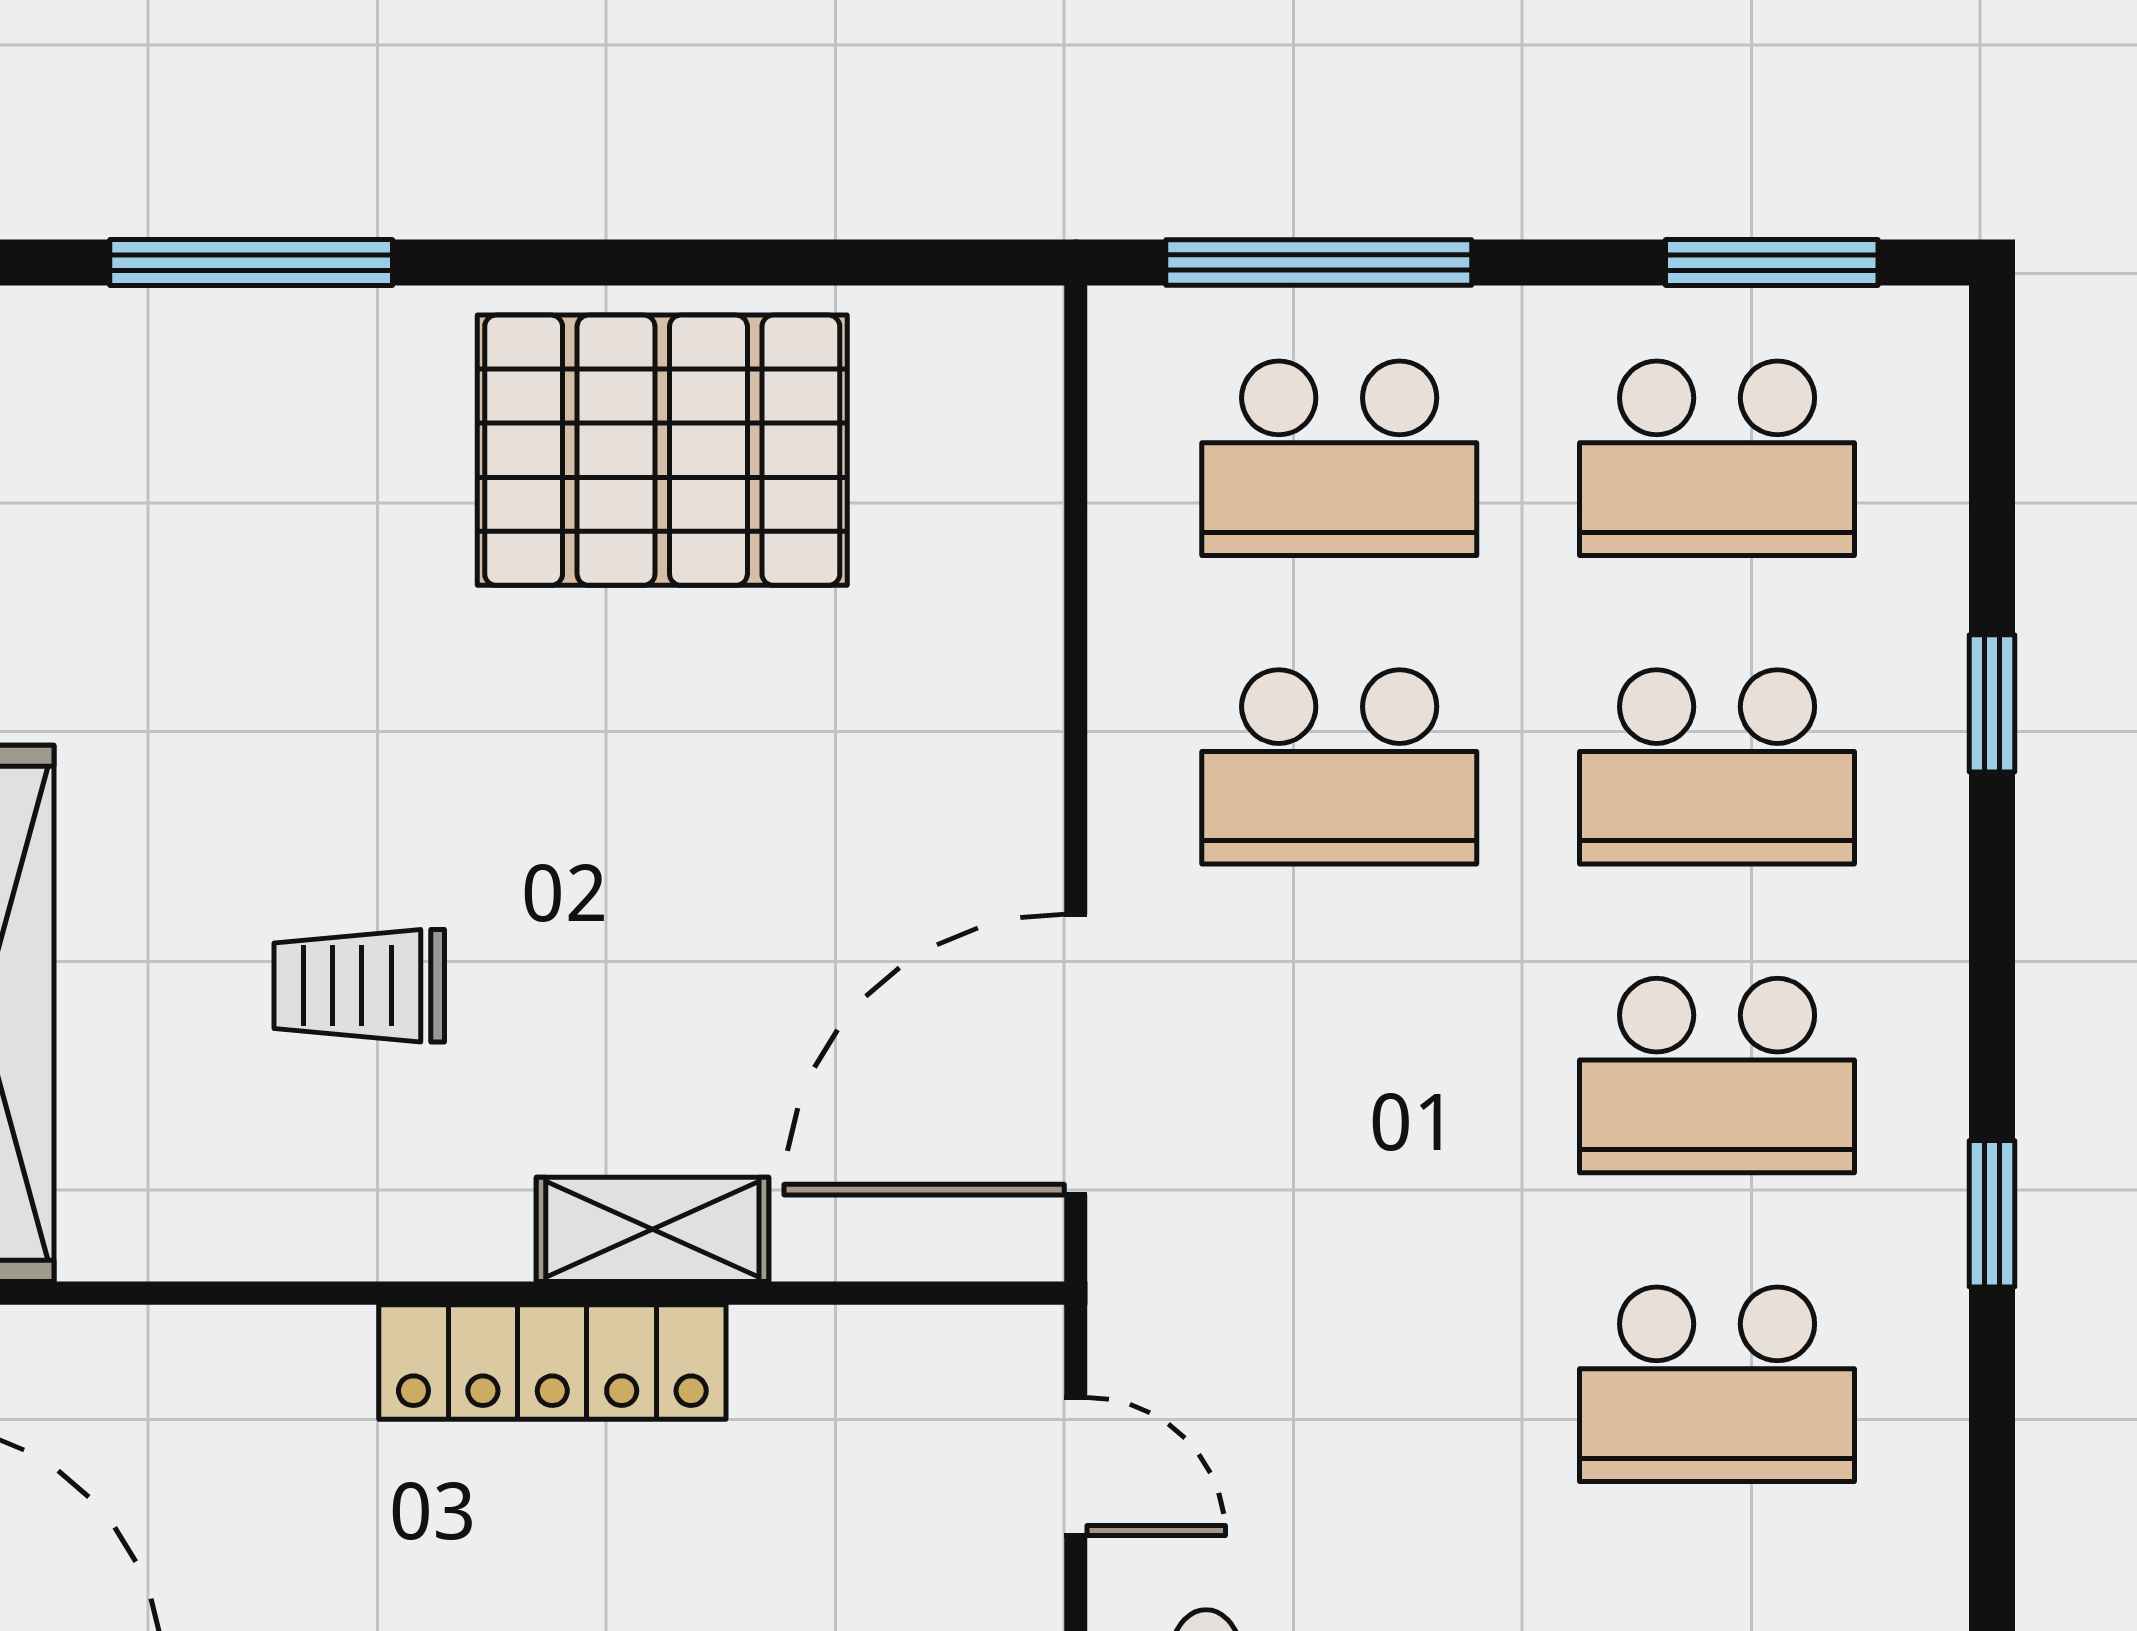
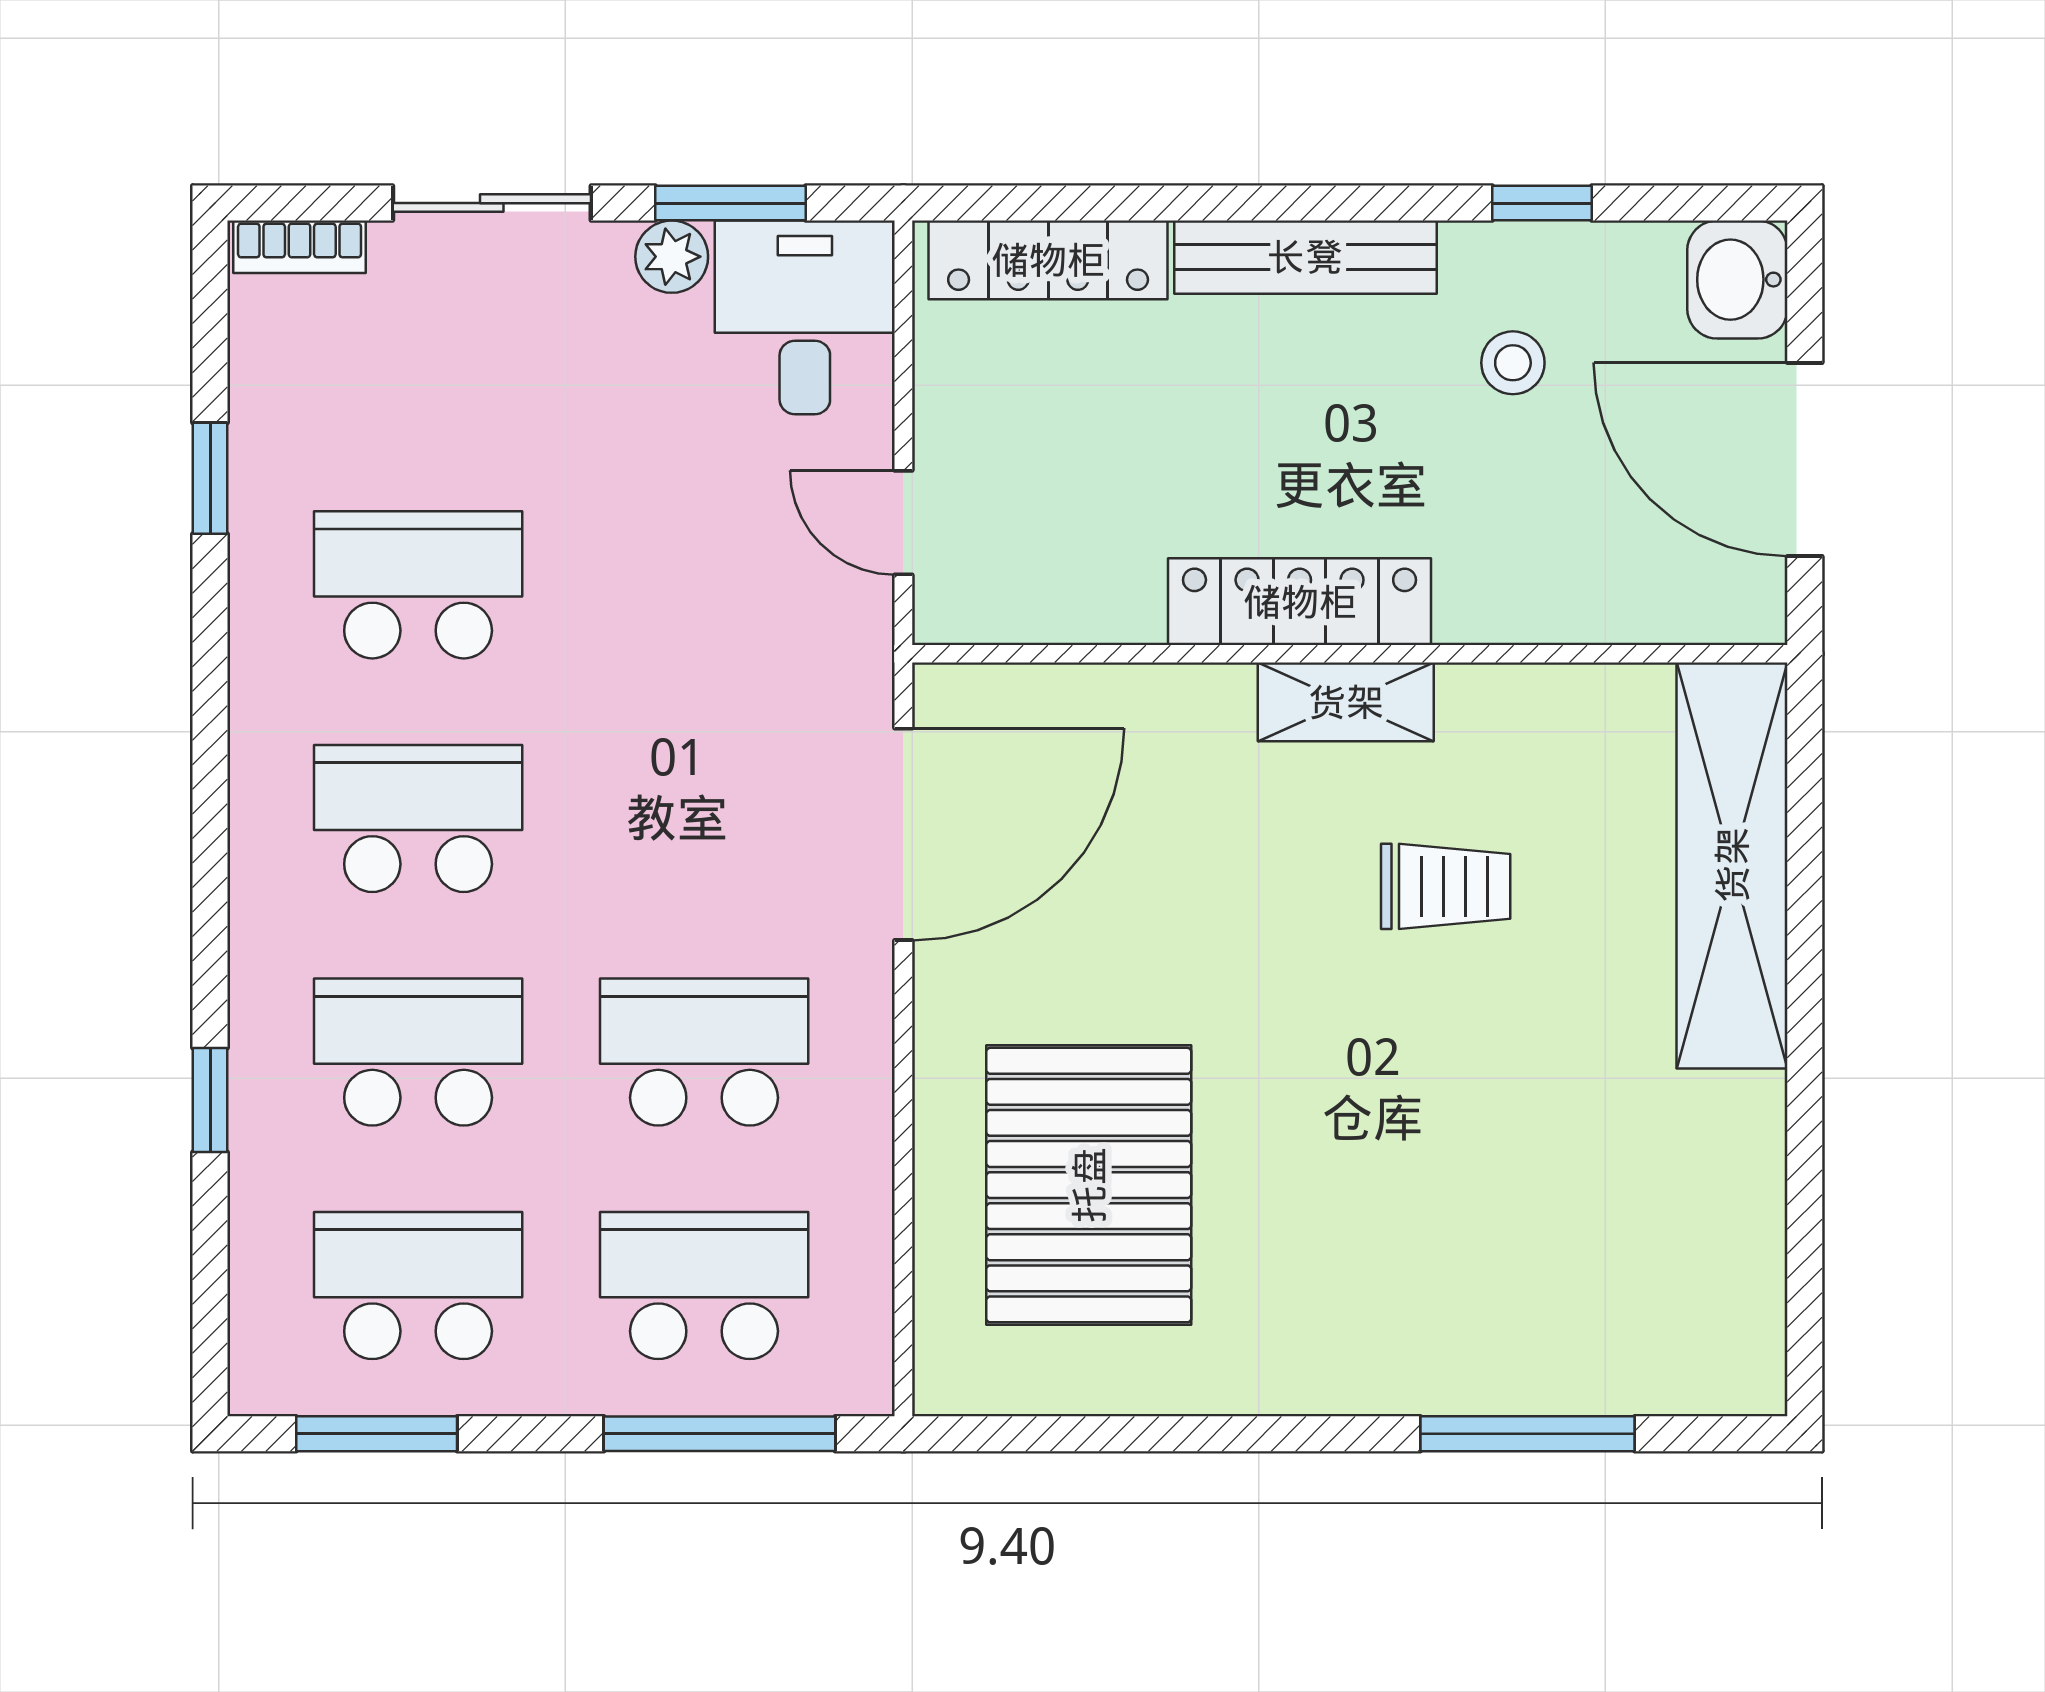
pallet: (662, 450) -> (1089, 1185), moved, turned 90
window: (1992, 1214) -> (210, 478), moved
shelving: (652, 1229) -> (1346, 702), moved

